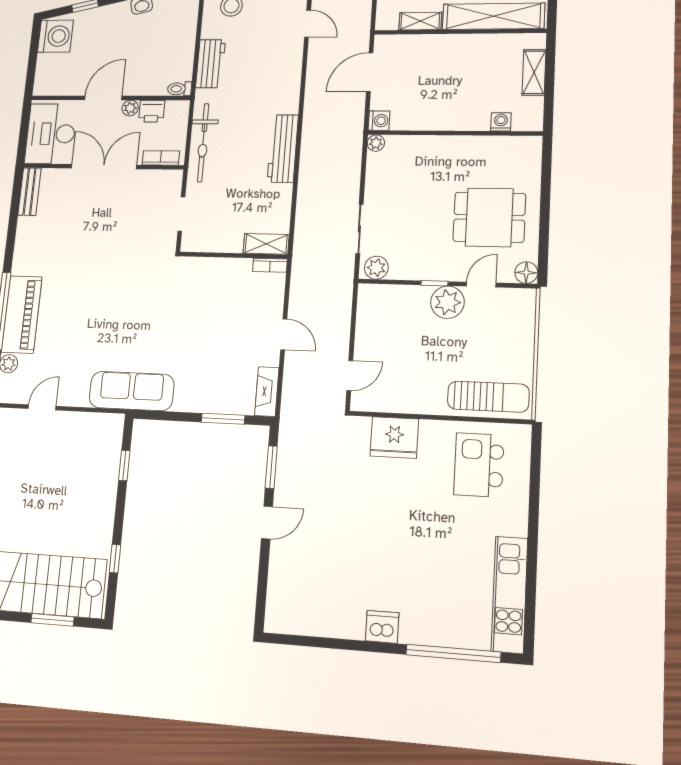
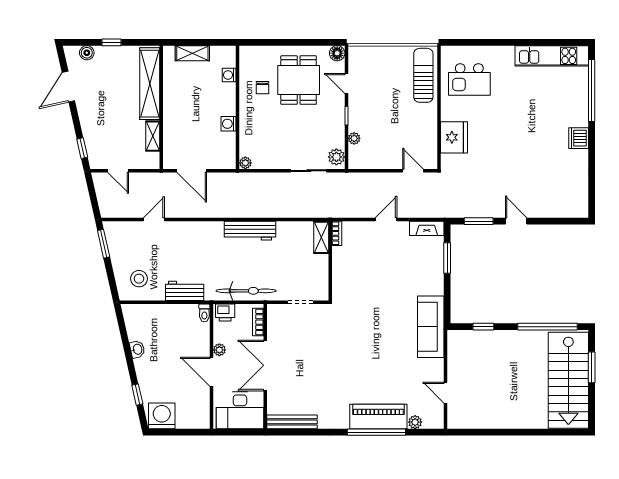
printer: (152, 111) -> (225, 312), moved, turned 90
washing machine: (379, 121) -> (229, 124), moved, turned -90
chair: (481, 167) -> (262, 88), added
bench: (29, 192) -> (292, 422), width x1.36
plant: (447, 302) -> (354, 138), moved, width x0.53, depth x0.53
window: (115, 559) -> (547, 327), width x3.17

